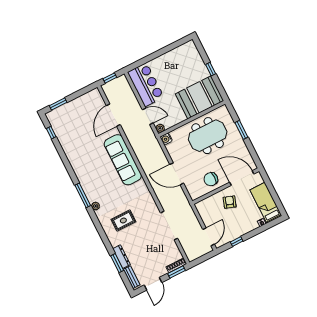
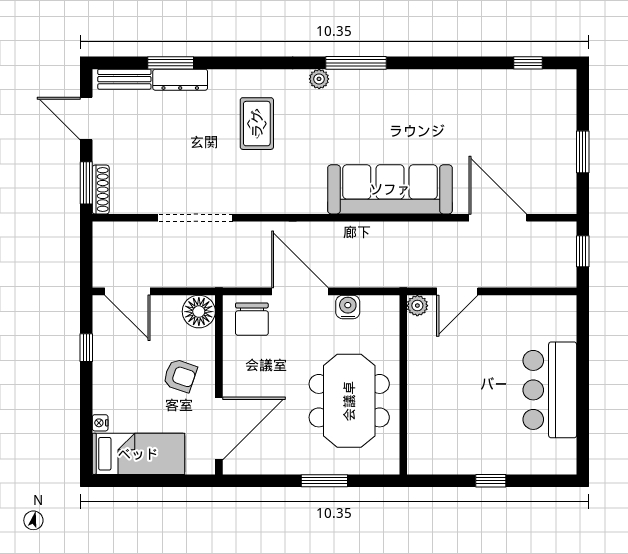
bar counter: (146, 85) -> (550, 390), moved, turned 90
booth: (199, 97) -> (442, 425), removed
window: (58, 104) -> (583, 152), moved
water cooler: (166, 139) -> (348, 307), moved
door: (177, 174) -> (300, 291), hinge flipped
chair: (211, 179) -> (252, 319), moved, turned 180
floor lamp: (203, 207) -> (199, 312), added

